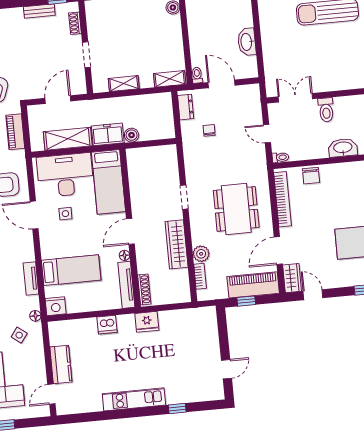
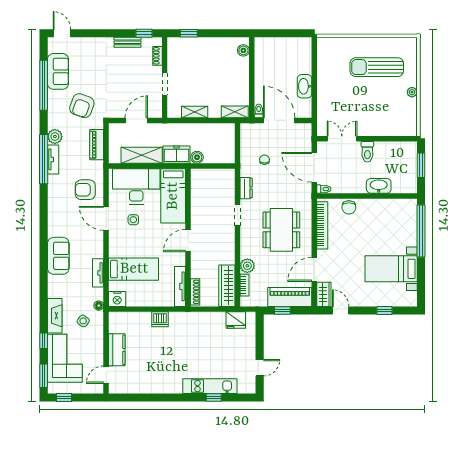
door: (222, 84) -> (279, 120), width x1.36
dresser: (186, 107) -> (246, 188), moved
door: (267, 134) -> (314, 167), width x1.87
wardrobe: (177, 244) -> (227, 286), moved
floor lamp: (125, 255) -> (181, 261), removed
fridge: (147, 322) -> (236, 320), moved
kitchen unit: (134, 399) -> (210, 386), moved

